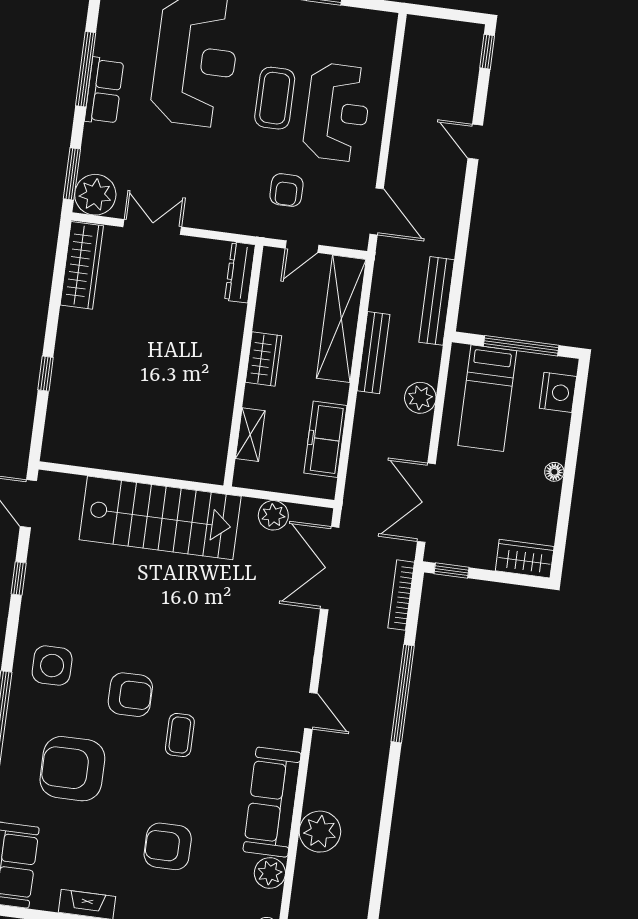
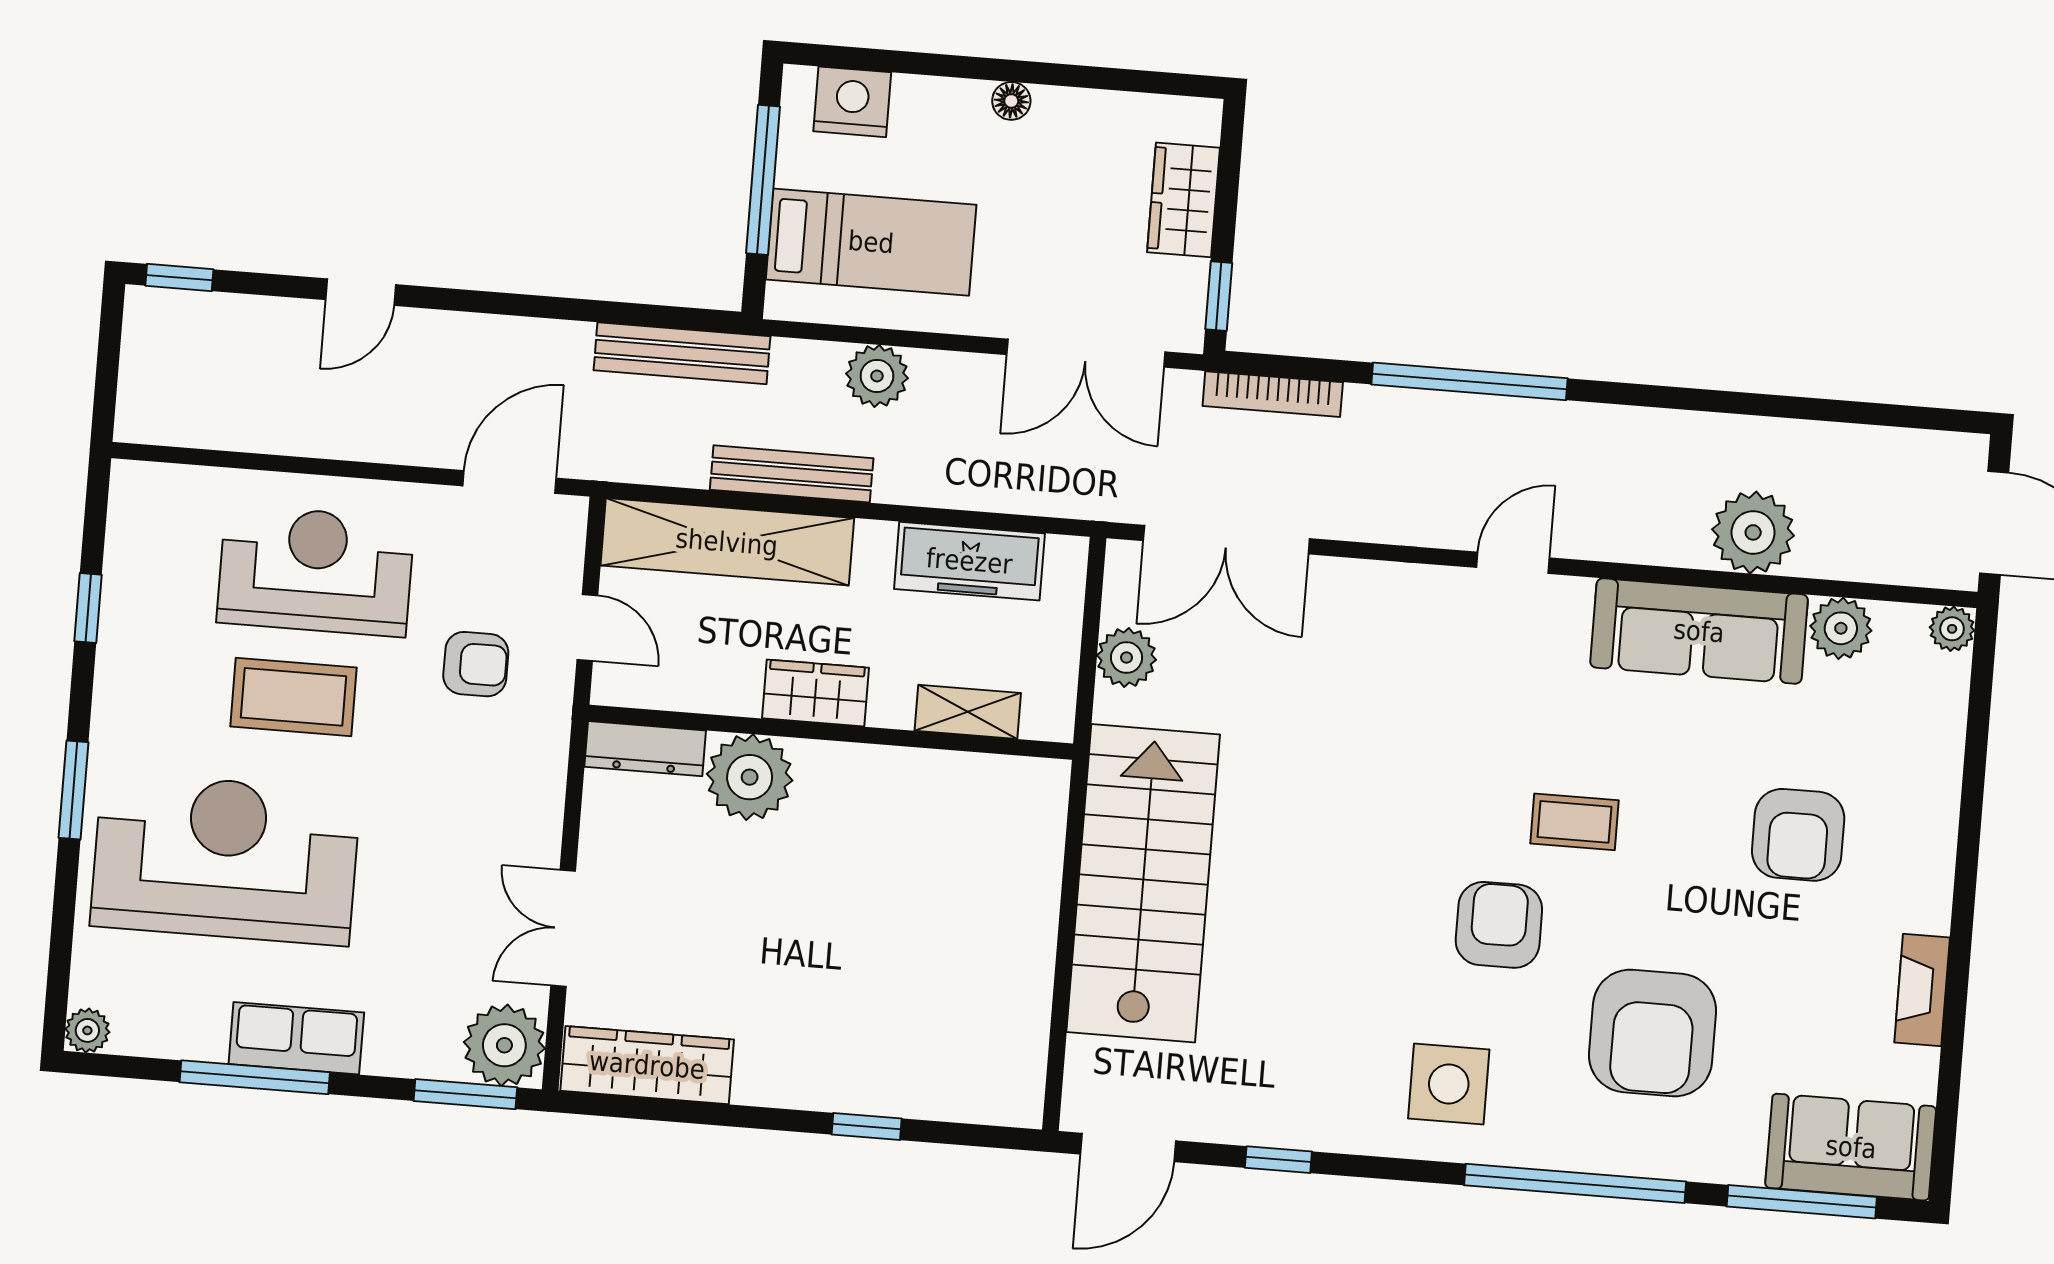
plant: (223, 324) -> (750, 777), added
wardrobe: (525, 559) -> (1183, 200), moved

